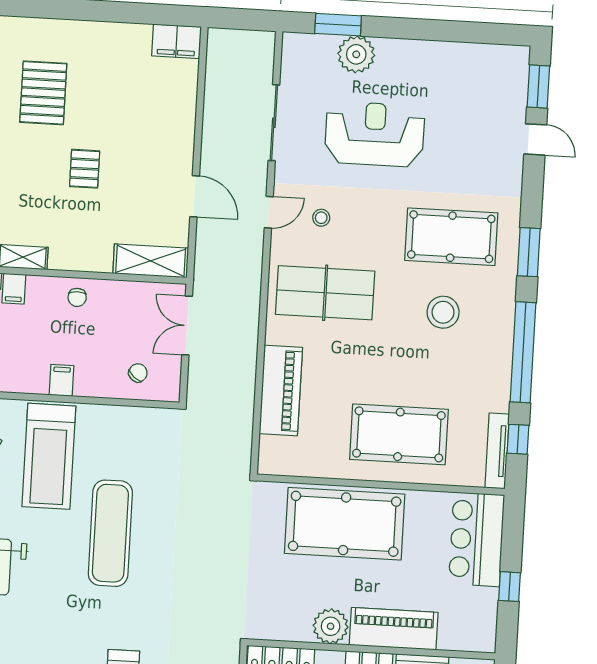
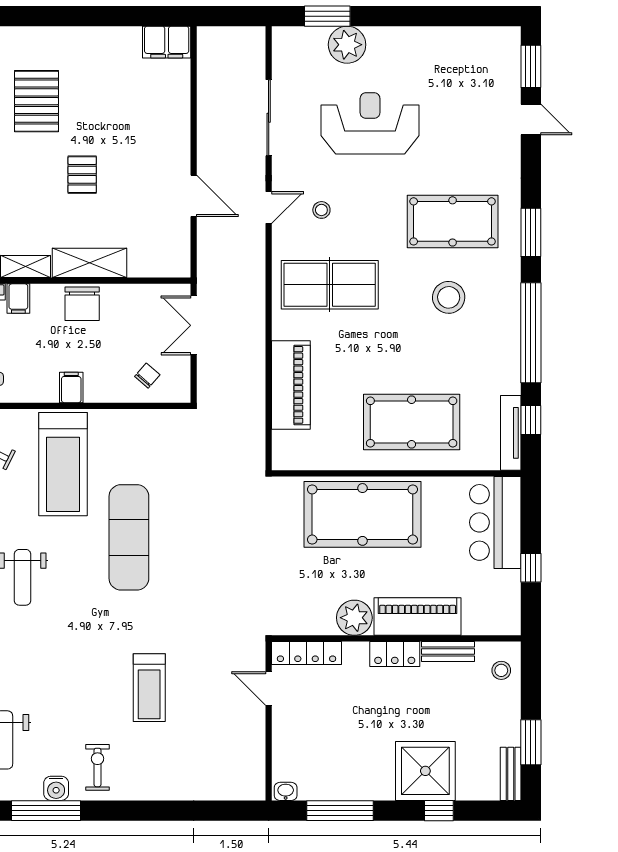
shelving: (151, 261) -> (90, 263), moved
chair: (77, 297) -> (82, 304), width x1.87, depth x1.87

